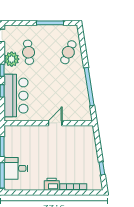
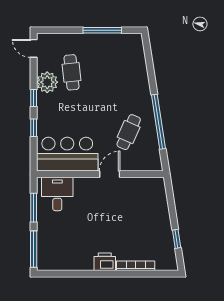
cafe table: (68, 52) -> (129, 132), moved
bar counter: (16, 96) -> (67, 154), moved, turned -90
desk: (16, 168) -> (57, 194), moved, turned 90

